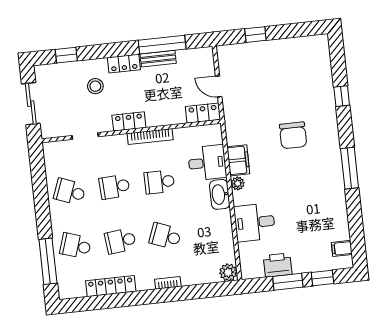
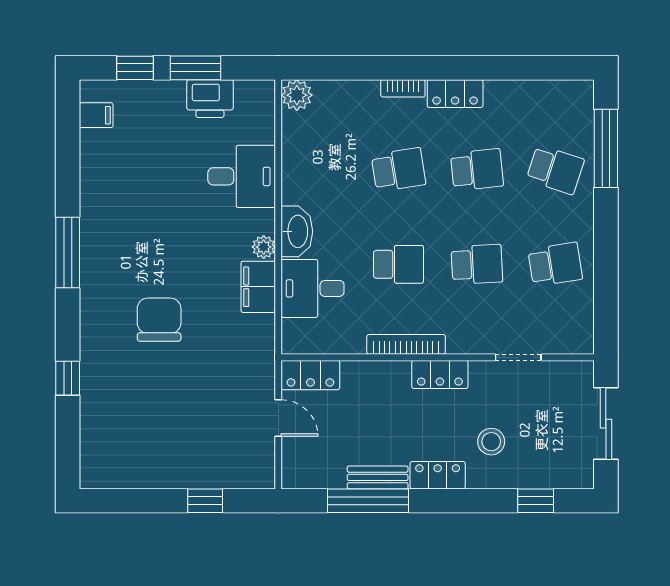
school desk: (70, 192) -> (555, 264), turned -30
school desk: (165, 236) -> (399, 170), turned -30
locker: (111, 286) -> (455, 94), moved, width x0.66

